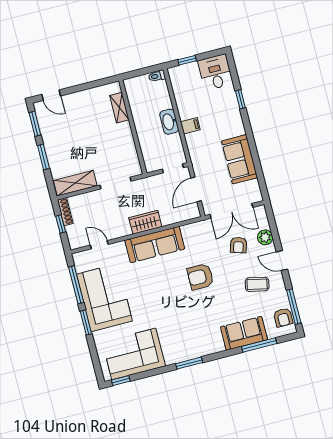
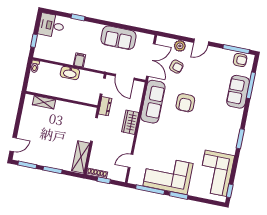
dresser: (150, 183) -> (105, 106), added
sofa: (155, 245) -> (153, 102), moved
coffee table: (257, 284) -> (209, 67), removed

